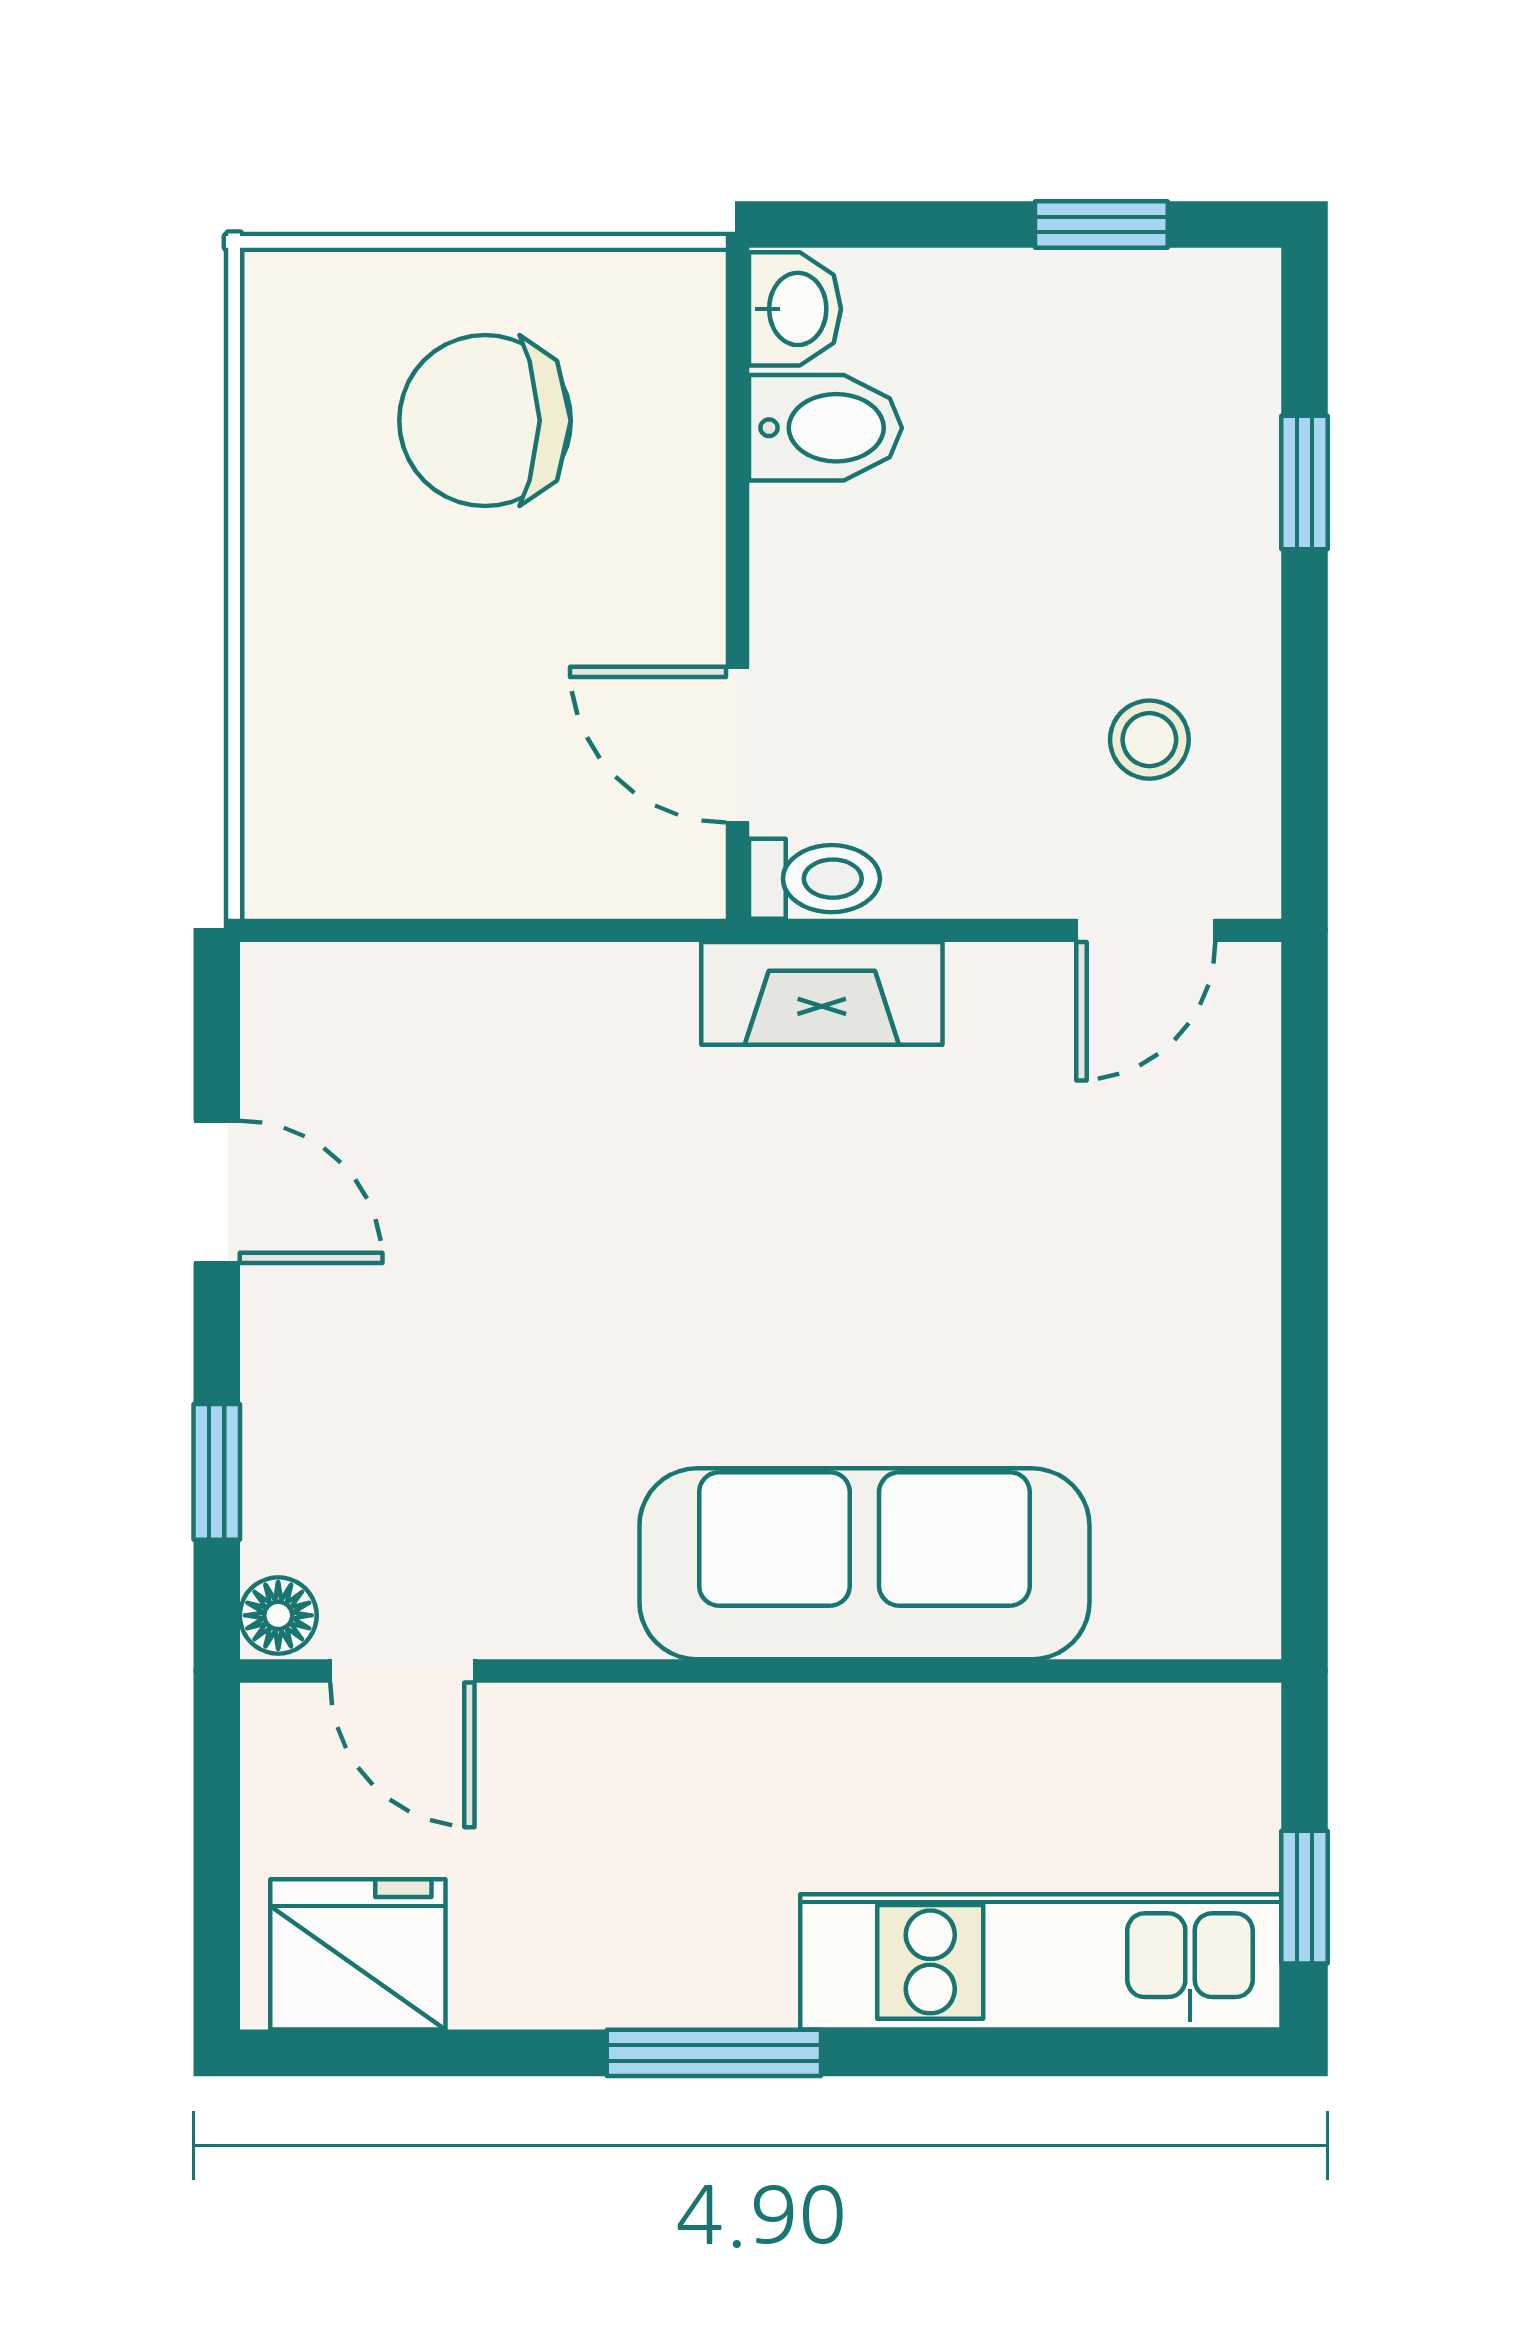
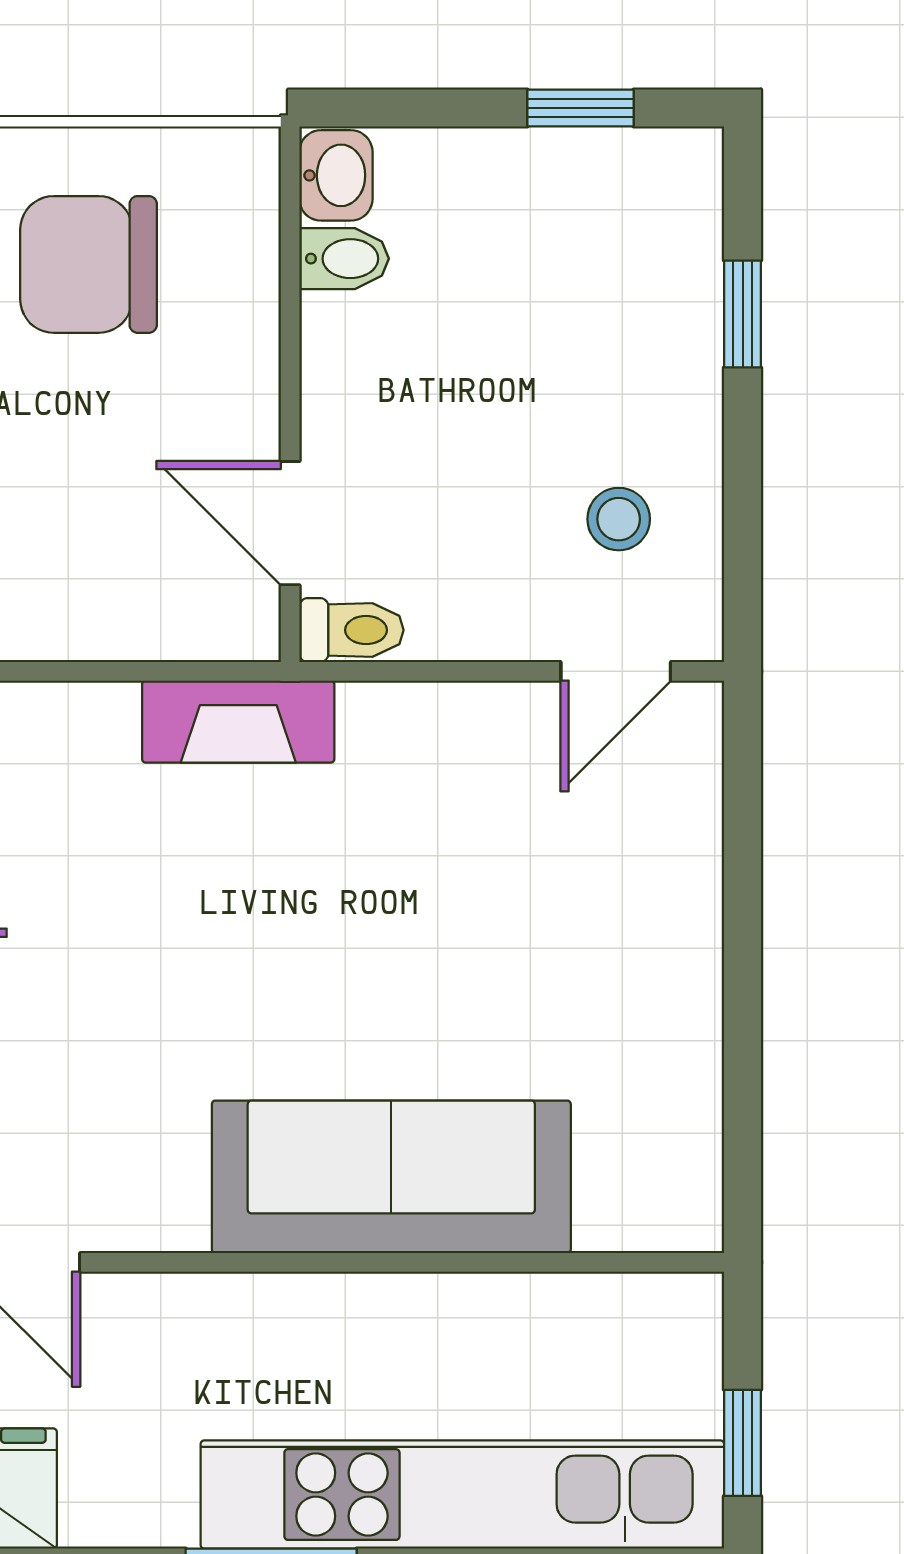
bidet: (826, 428) -> (344, 259), width x0.72, depth x0.74
fireplace: (822, 993) -> (238, 722), moved
kitchen unit: (1041, 1962) -> (462, 1495), width x1.36

